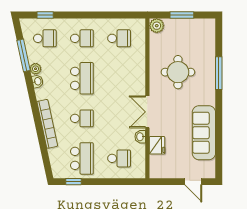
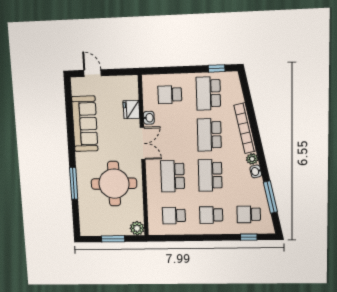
plant: (36, 69) -> (252, 159), moved
round table: (178, 72) -> (114, 184), width x1.36, depth x1.36
school desk: (119, 78) -> (173, 176), added
school desk: (82, 118) -> (209, 135), width x1.85

